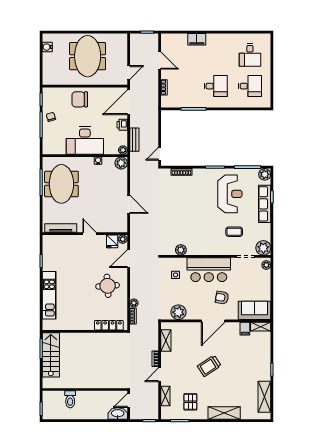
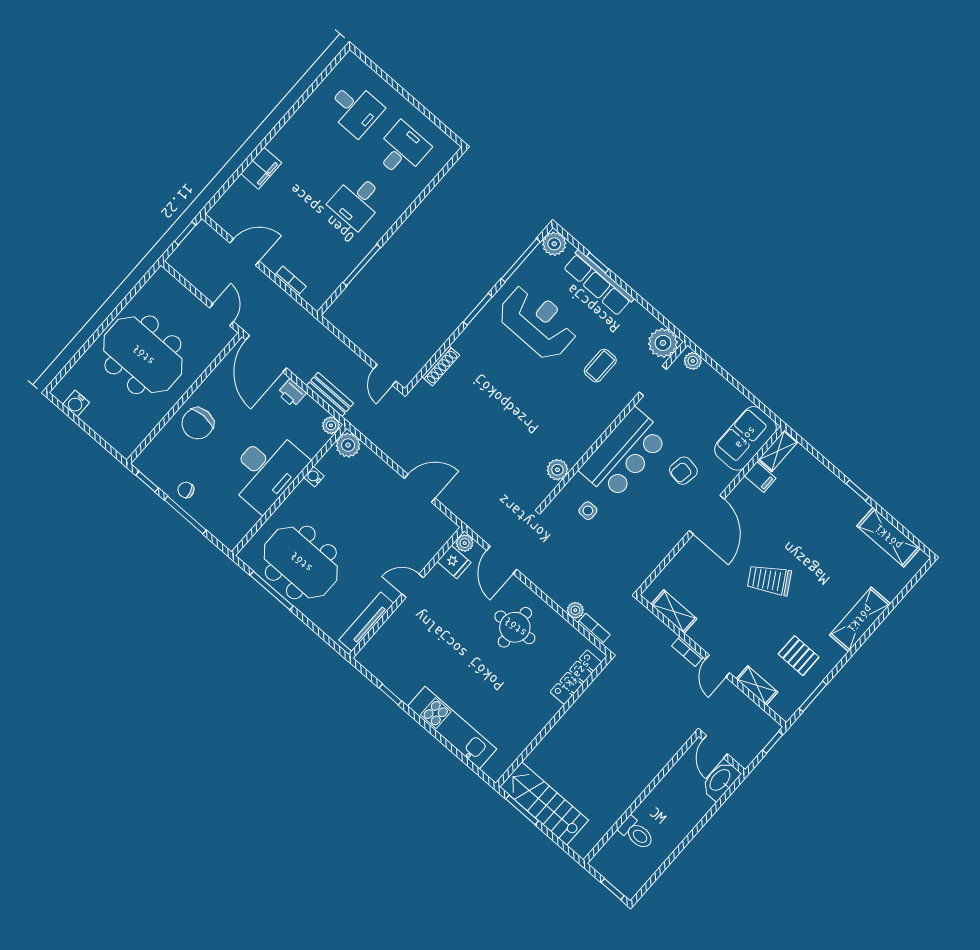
desk: (216, 86) -> (357, 201), turned 180
plant: (178, 312) -> (648, 555), removed
trolley: (209, 366) -> (769, 580), turned 92

